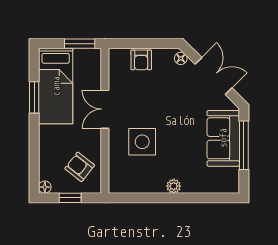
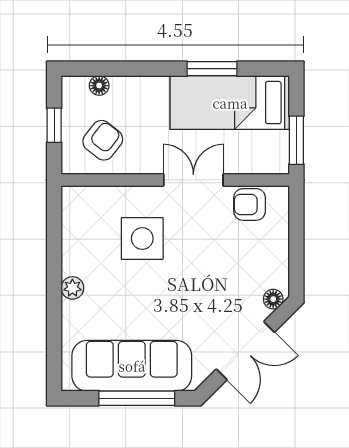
armchair: (141, 60) -> (250, 204), moved
sofa: (223, 138) -> (132, 366), width x1.36
floor lamp: (45, 187) -> (99, 86), moved

